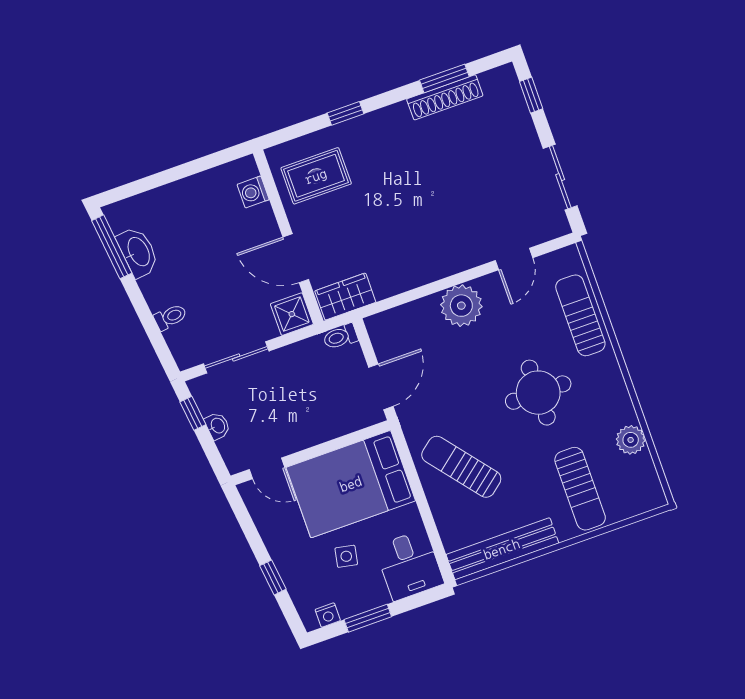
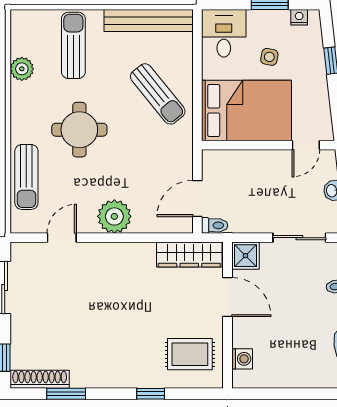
shoe rack: (445, 97) -> (40, 379), moved
wardrobe: (345, 297) -> (189, 255), width x1.50
door: (381, 387) -> (197, 198), moved
door: (267, 468) -> (306, 145), swing flipped

